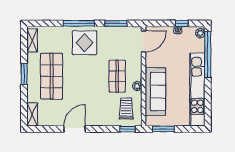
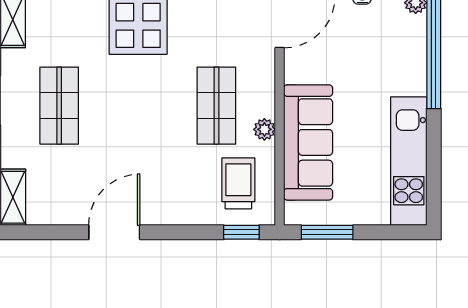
shop shelf: (52, 76) -> (59, 106), width x0.70, depth x0.74
kitchen unit: (197, 90) -> (409, 161), width x0.73

